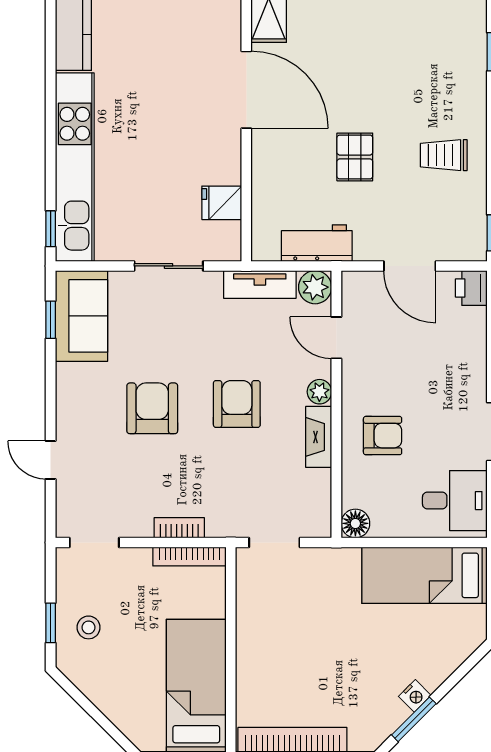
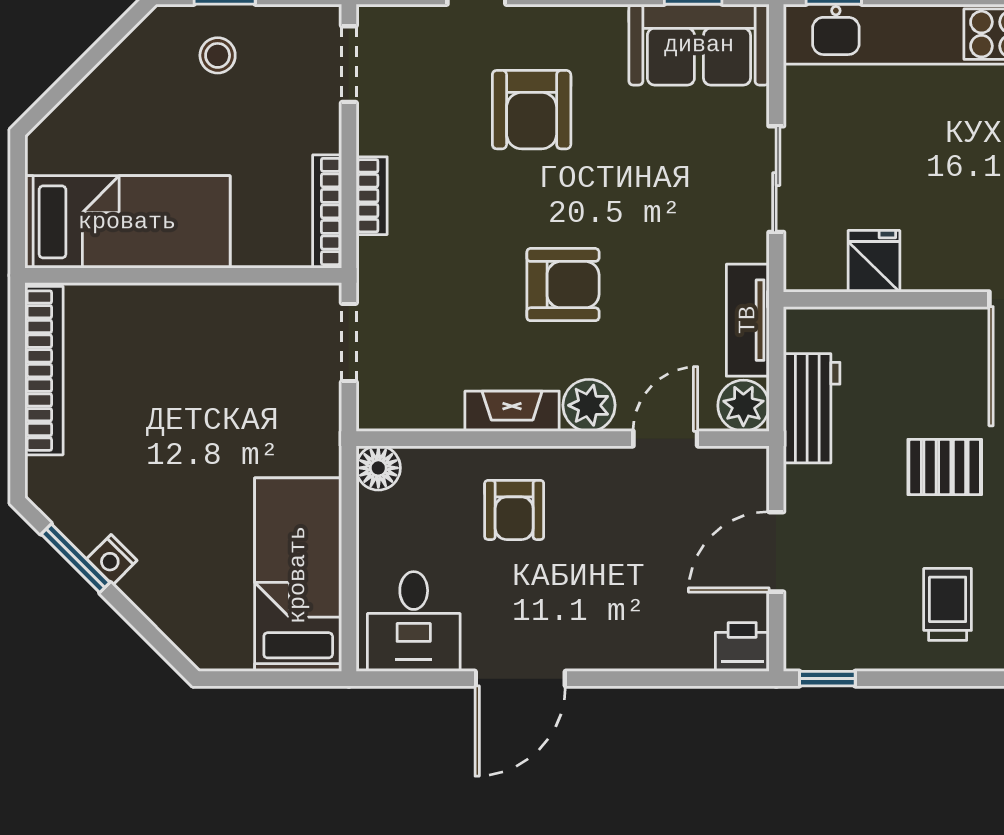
plant: (319, 392) -> (589, 405), width x1.38, depth x1.38
armchair: (152, 408) -> (532, 110), moved, turned 90

